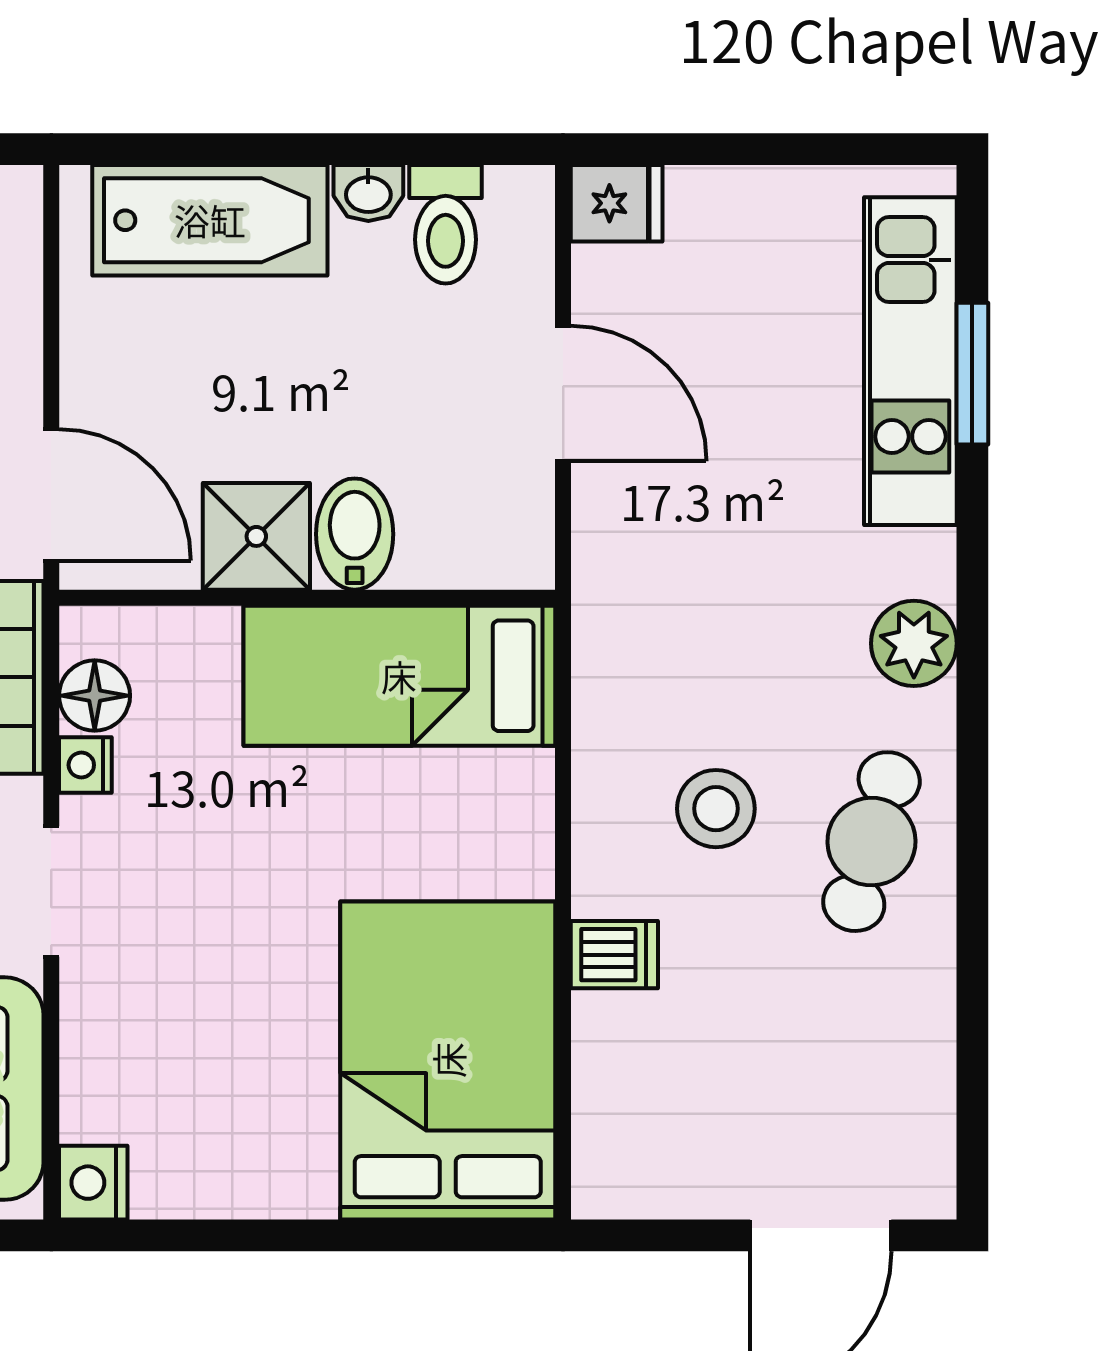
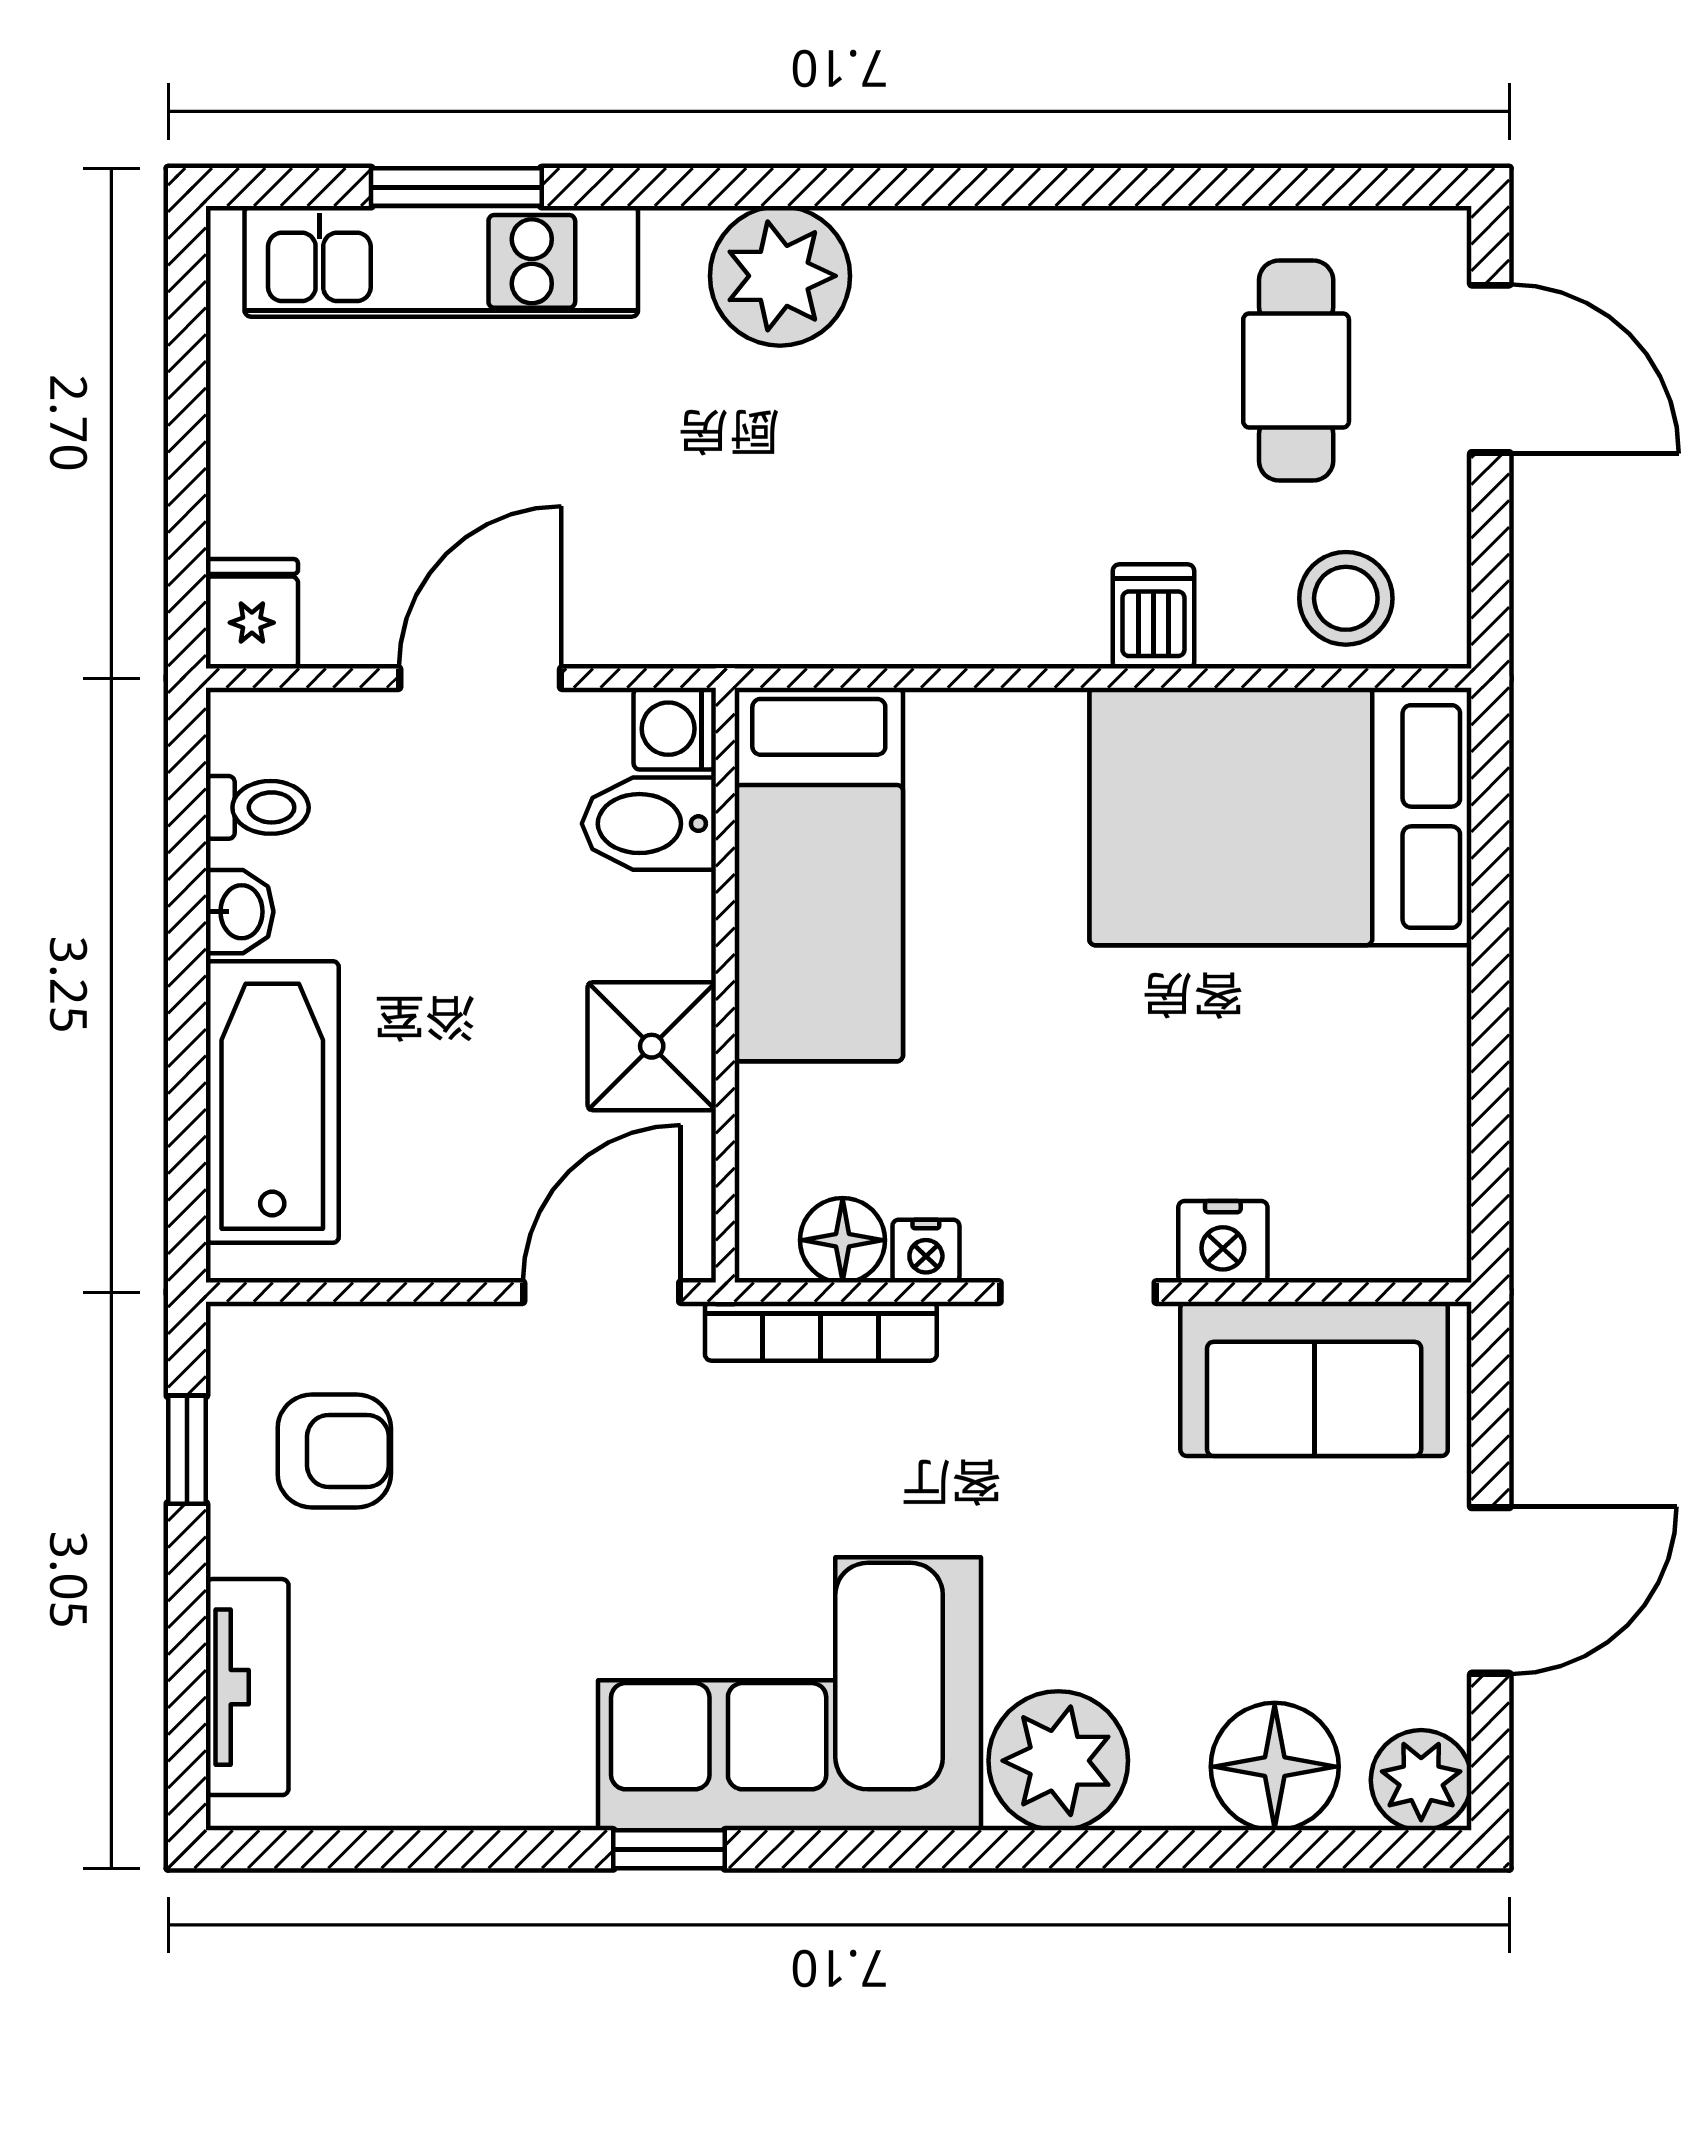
toilet: (446, 224) -> (257, 807), width x0.73, depth x0.72
bidet: (355, 534) -> (649, 824), moved
washing machine: (521, 556) -> (675, 729), added
plant: (914, 643) -> (780, 276), width x1.36, depth x1.36
stool: (716, 809) -> (1346, 598), moved
cafe table: (871, 842) -> (1296, 370), moved, turned 74
nightstand: (93, 1183) -> (1223, 1242), moved

